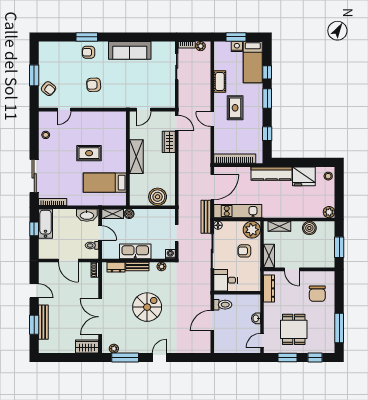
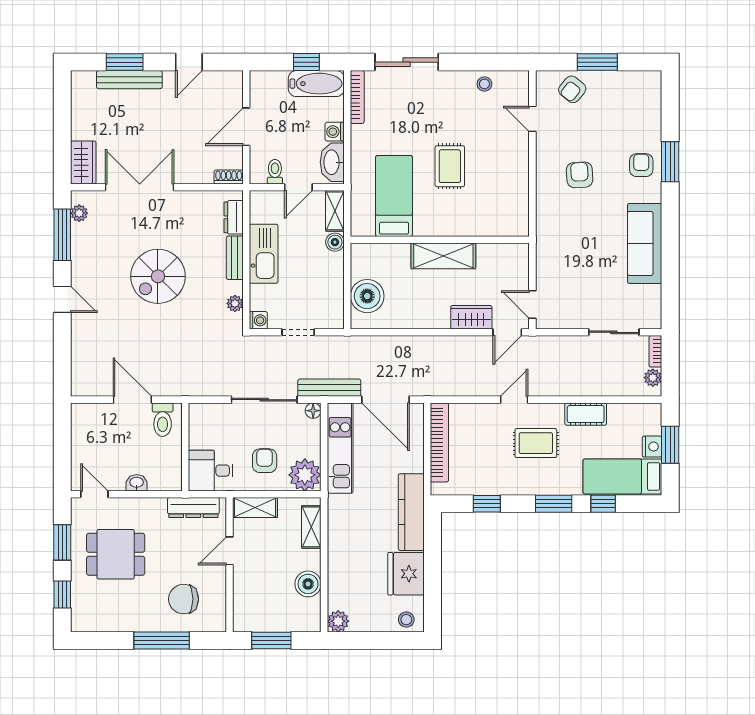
door: (144, 110) -> (532, 305), moved
washing machine: (71, 214) -> (335, 132), added
desk: (226, 280) -> (211, 471), moved, turned -90
spiral stairs: (147, 307) -> (158, 276), turned 90
window: (339, 328) -> (162, 640), moved

